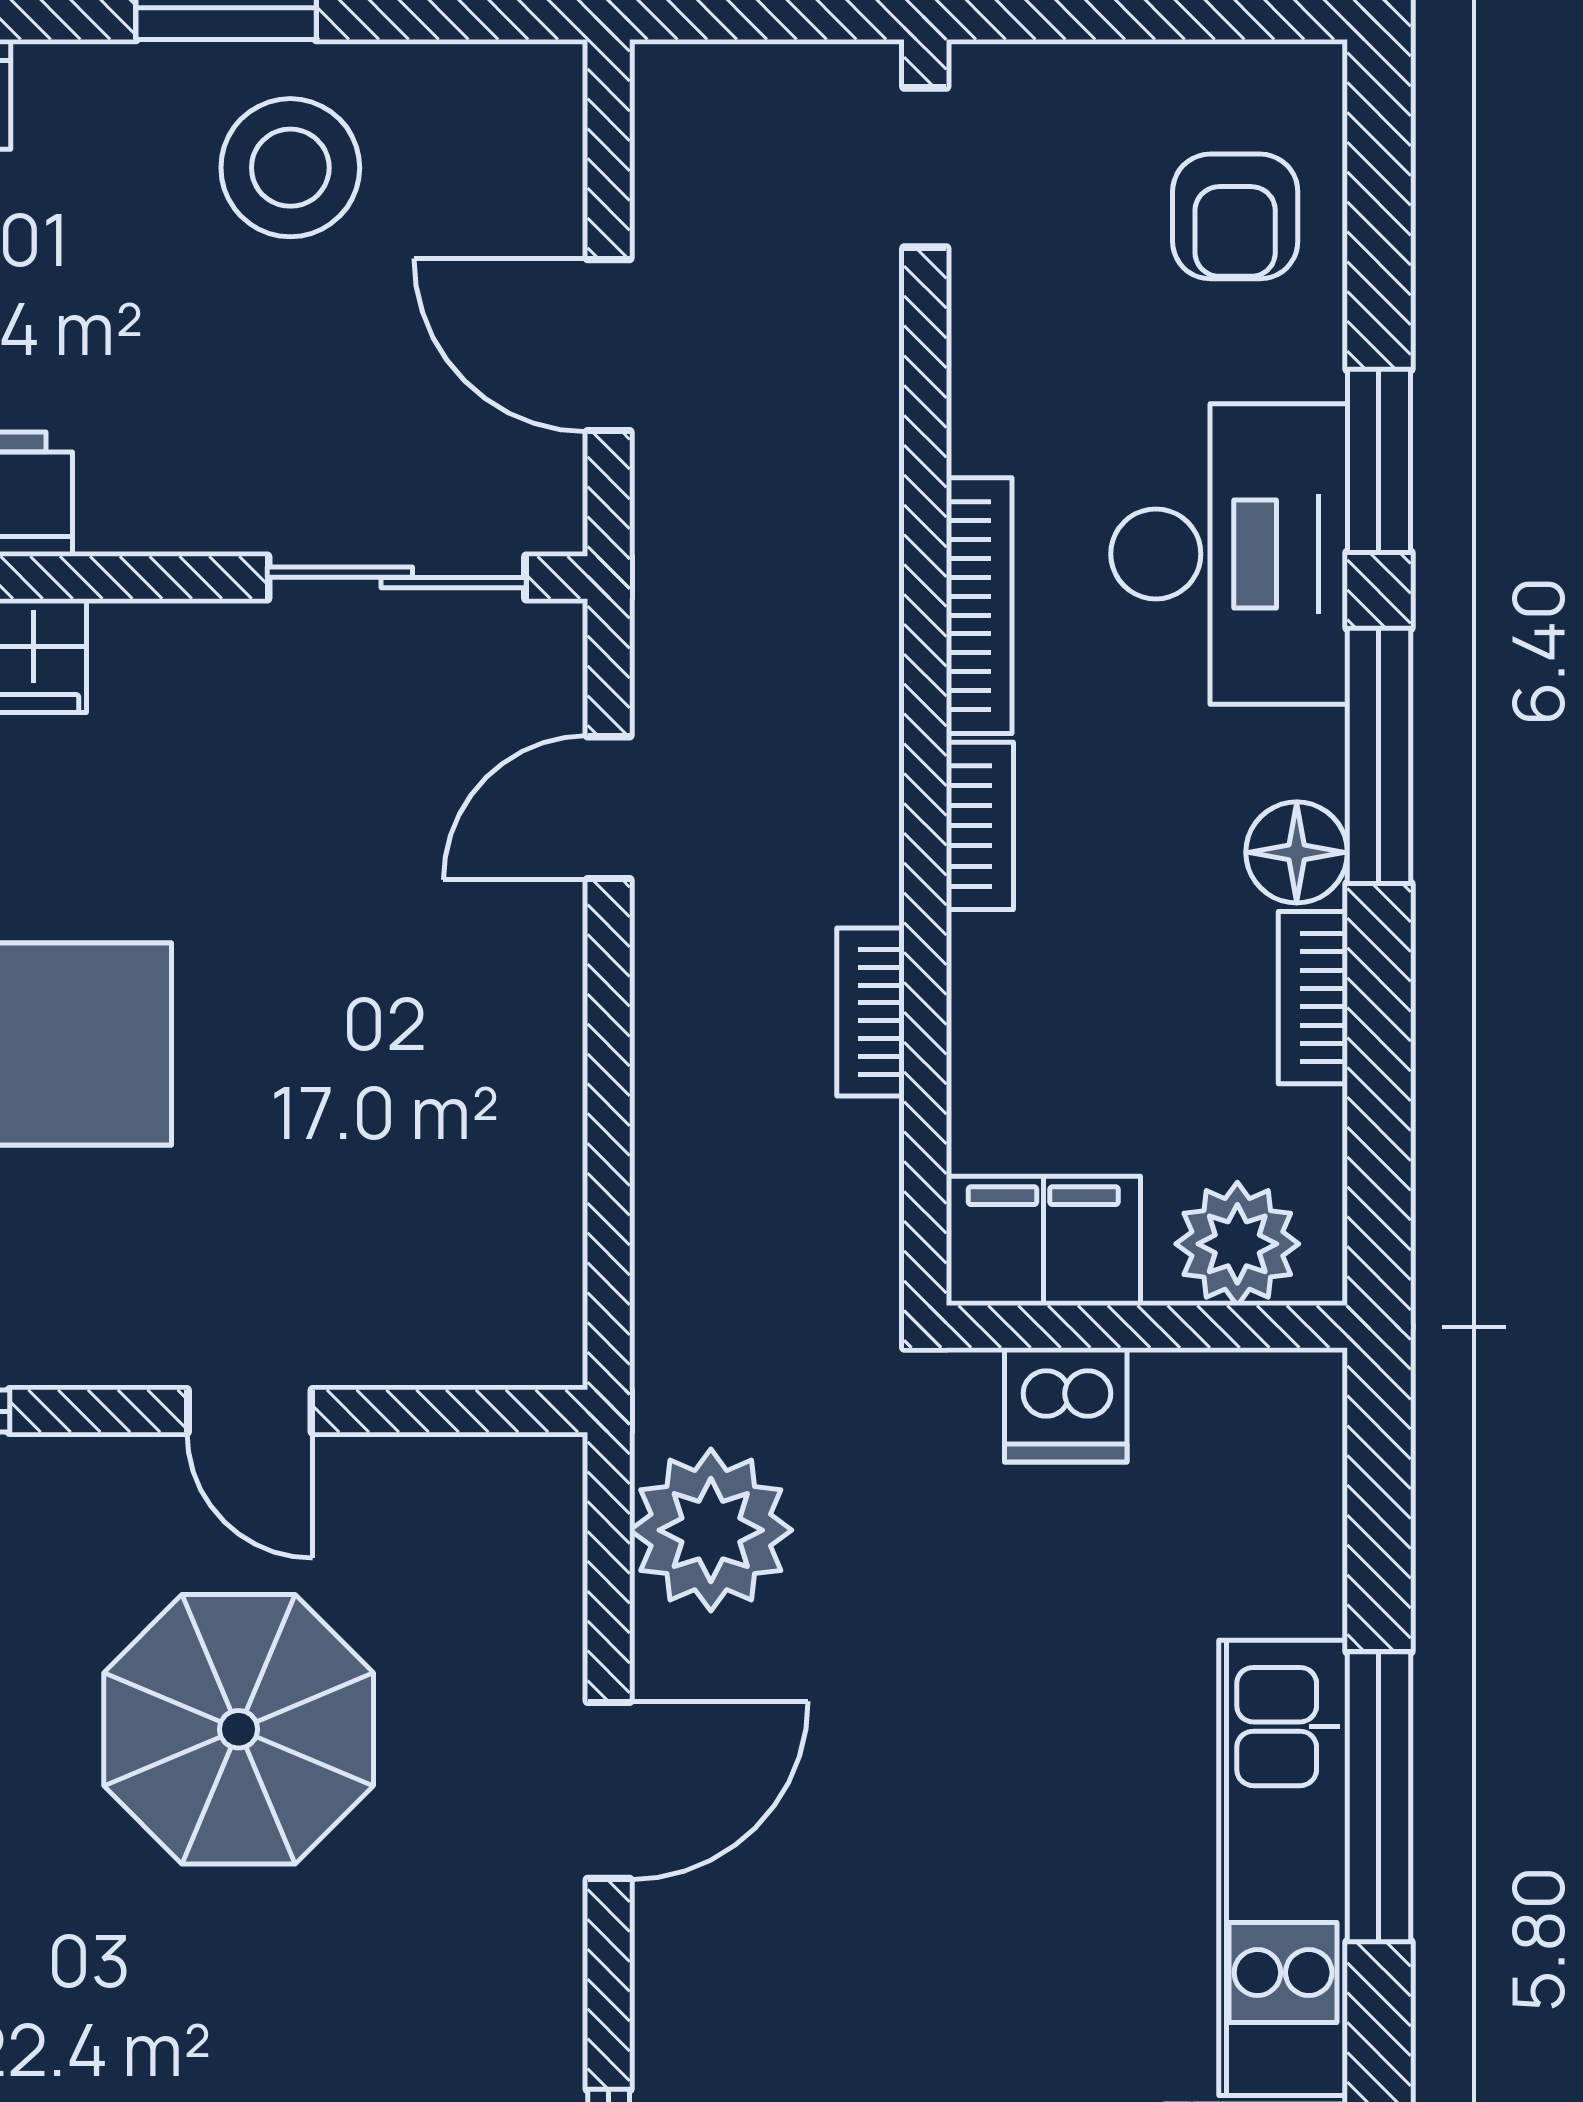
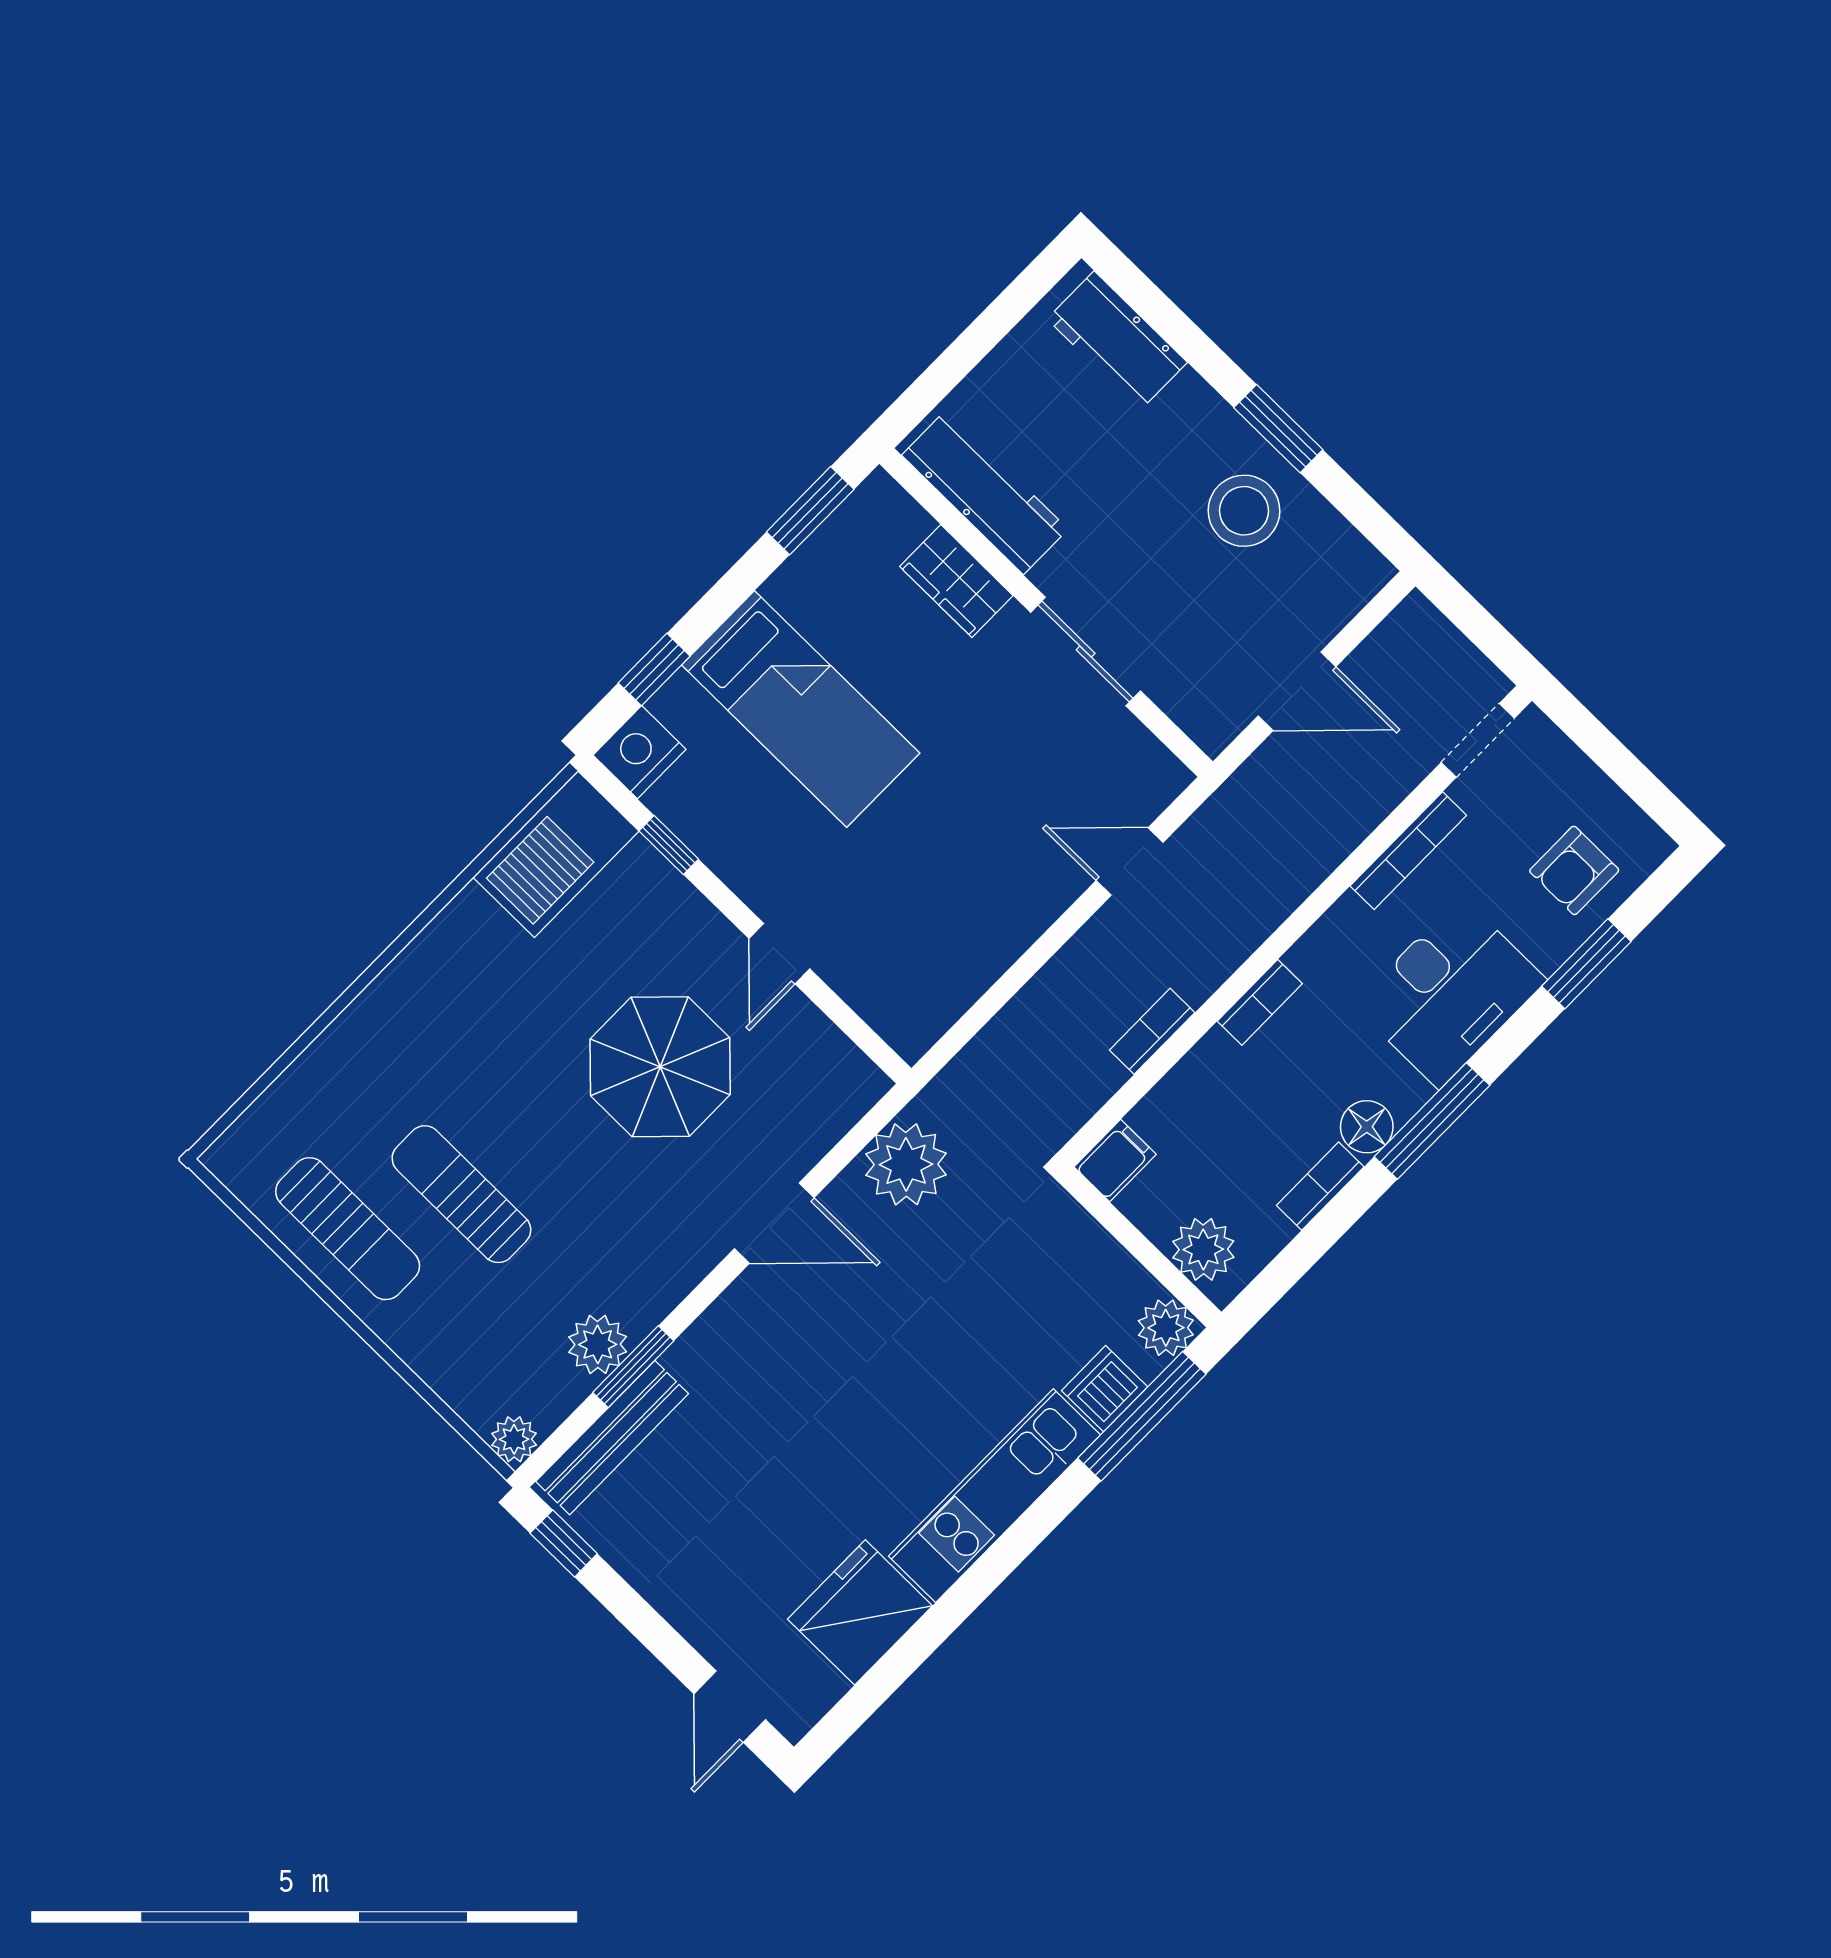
door: (609, 345) -> (1297, 691), swing flipped
window: (1379, 461) -> (1586, 964), moved
sliding door: (397, 577) -> (1086, 652), moved
bookcase: (979, 606) -> (1408, 851), moved
filing cabinet: (1043, 1241) -> (1115, 1161), width x0.50
plant: (1292, 1403) -> (1166, 1328), added
dishwasher: (1066, 1405) -> (1105, 1389), moved, turned 90
window: (1379, 1797) -> (1142, 1416), moved

